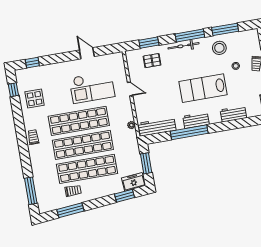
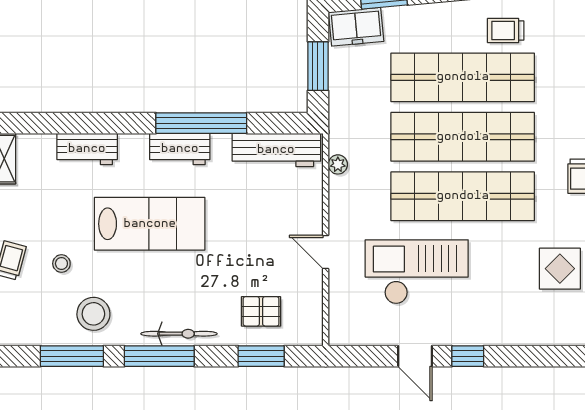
window: (32, 63) -> (468, 356), moved

